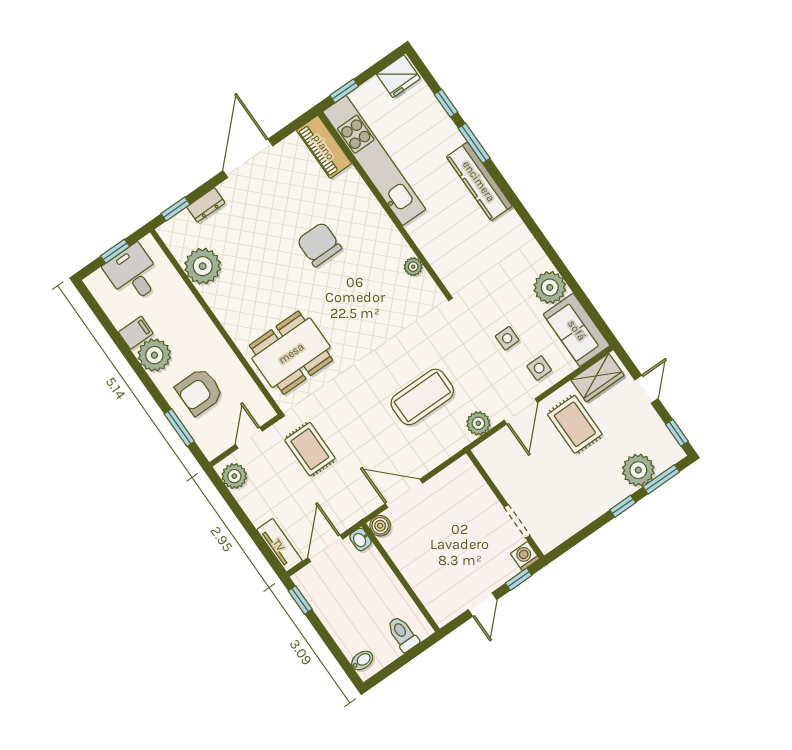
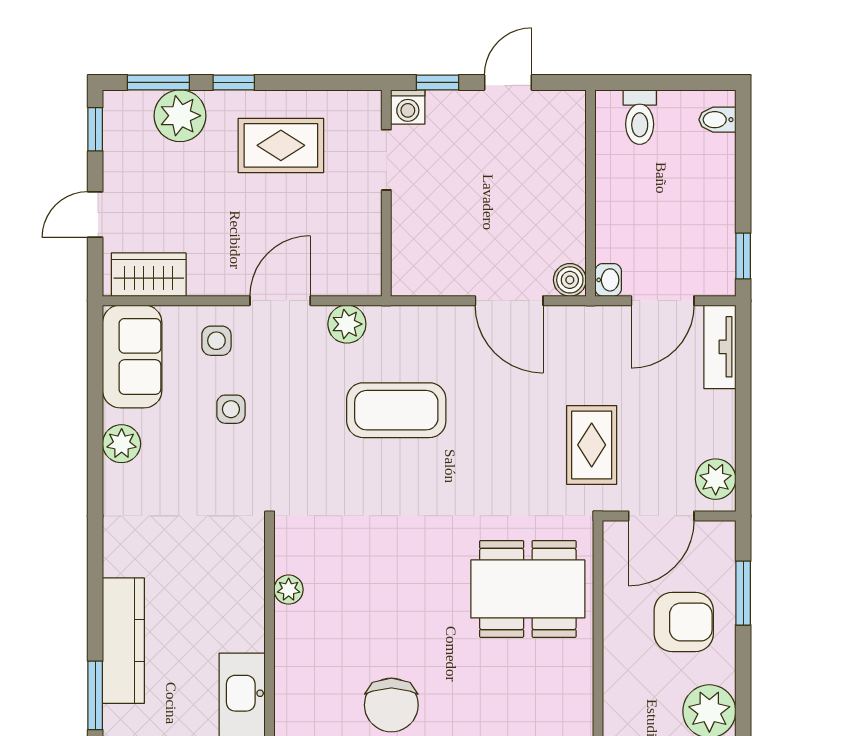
plant: (550, 287) -> (122, 444), width x0.73, depth x0.73
rug: (575, 424) -> (281, 145), moved, turned 90
door: (249, 438) -> (661, 516), width x1.38

